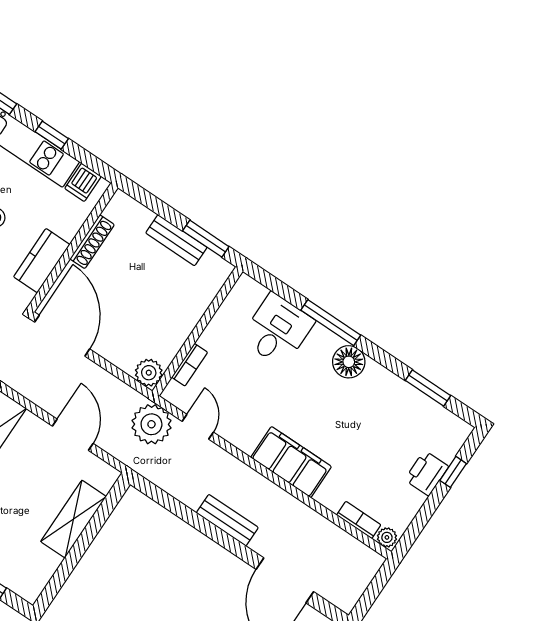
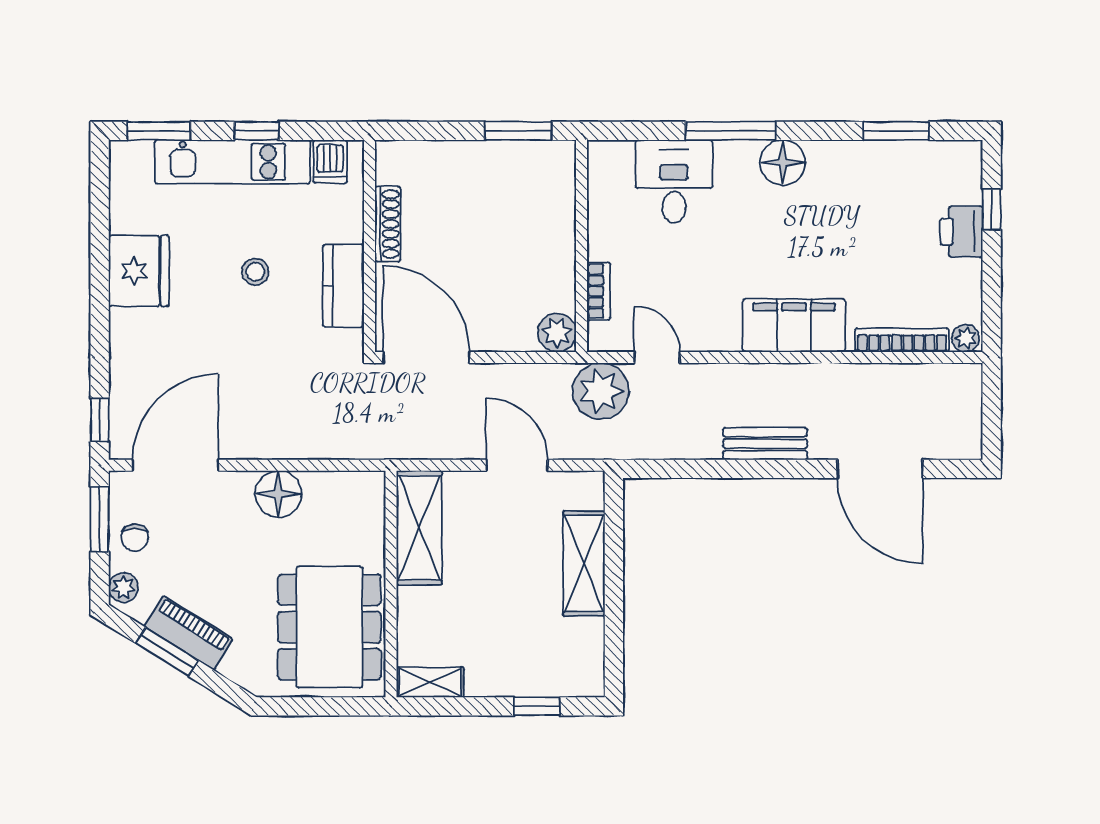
bench: (176, 240) -> (485, 156), removed
bookcase: (359, 520) -> (902, 340), width x1.56

